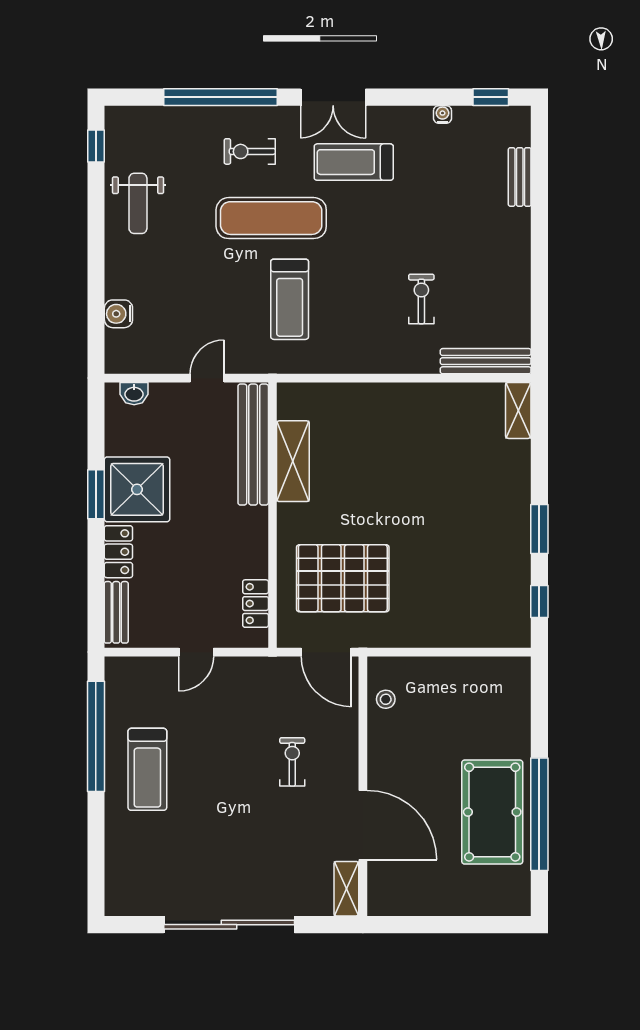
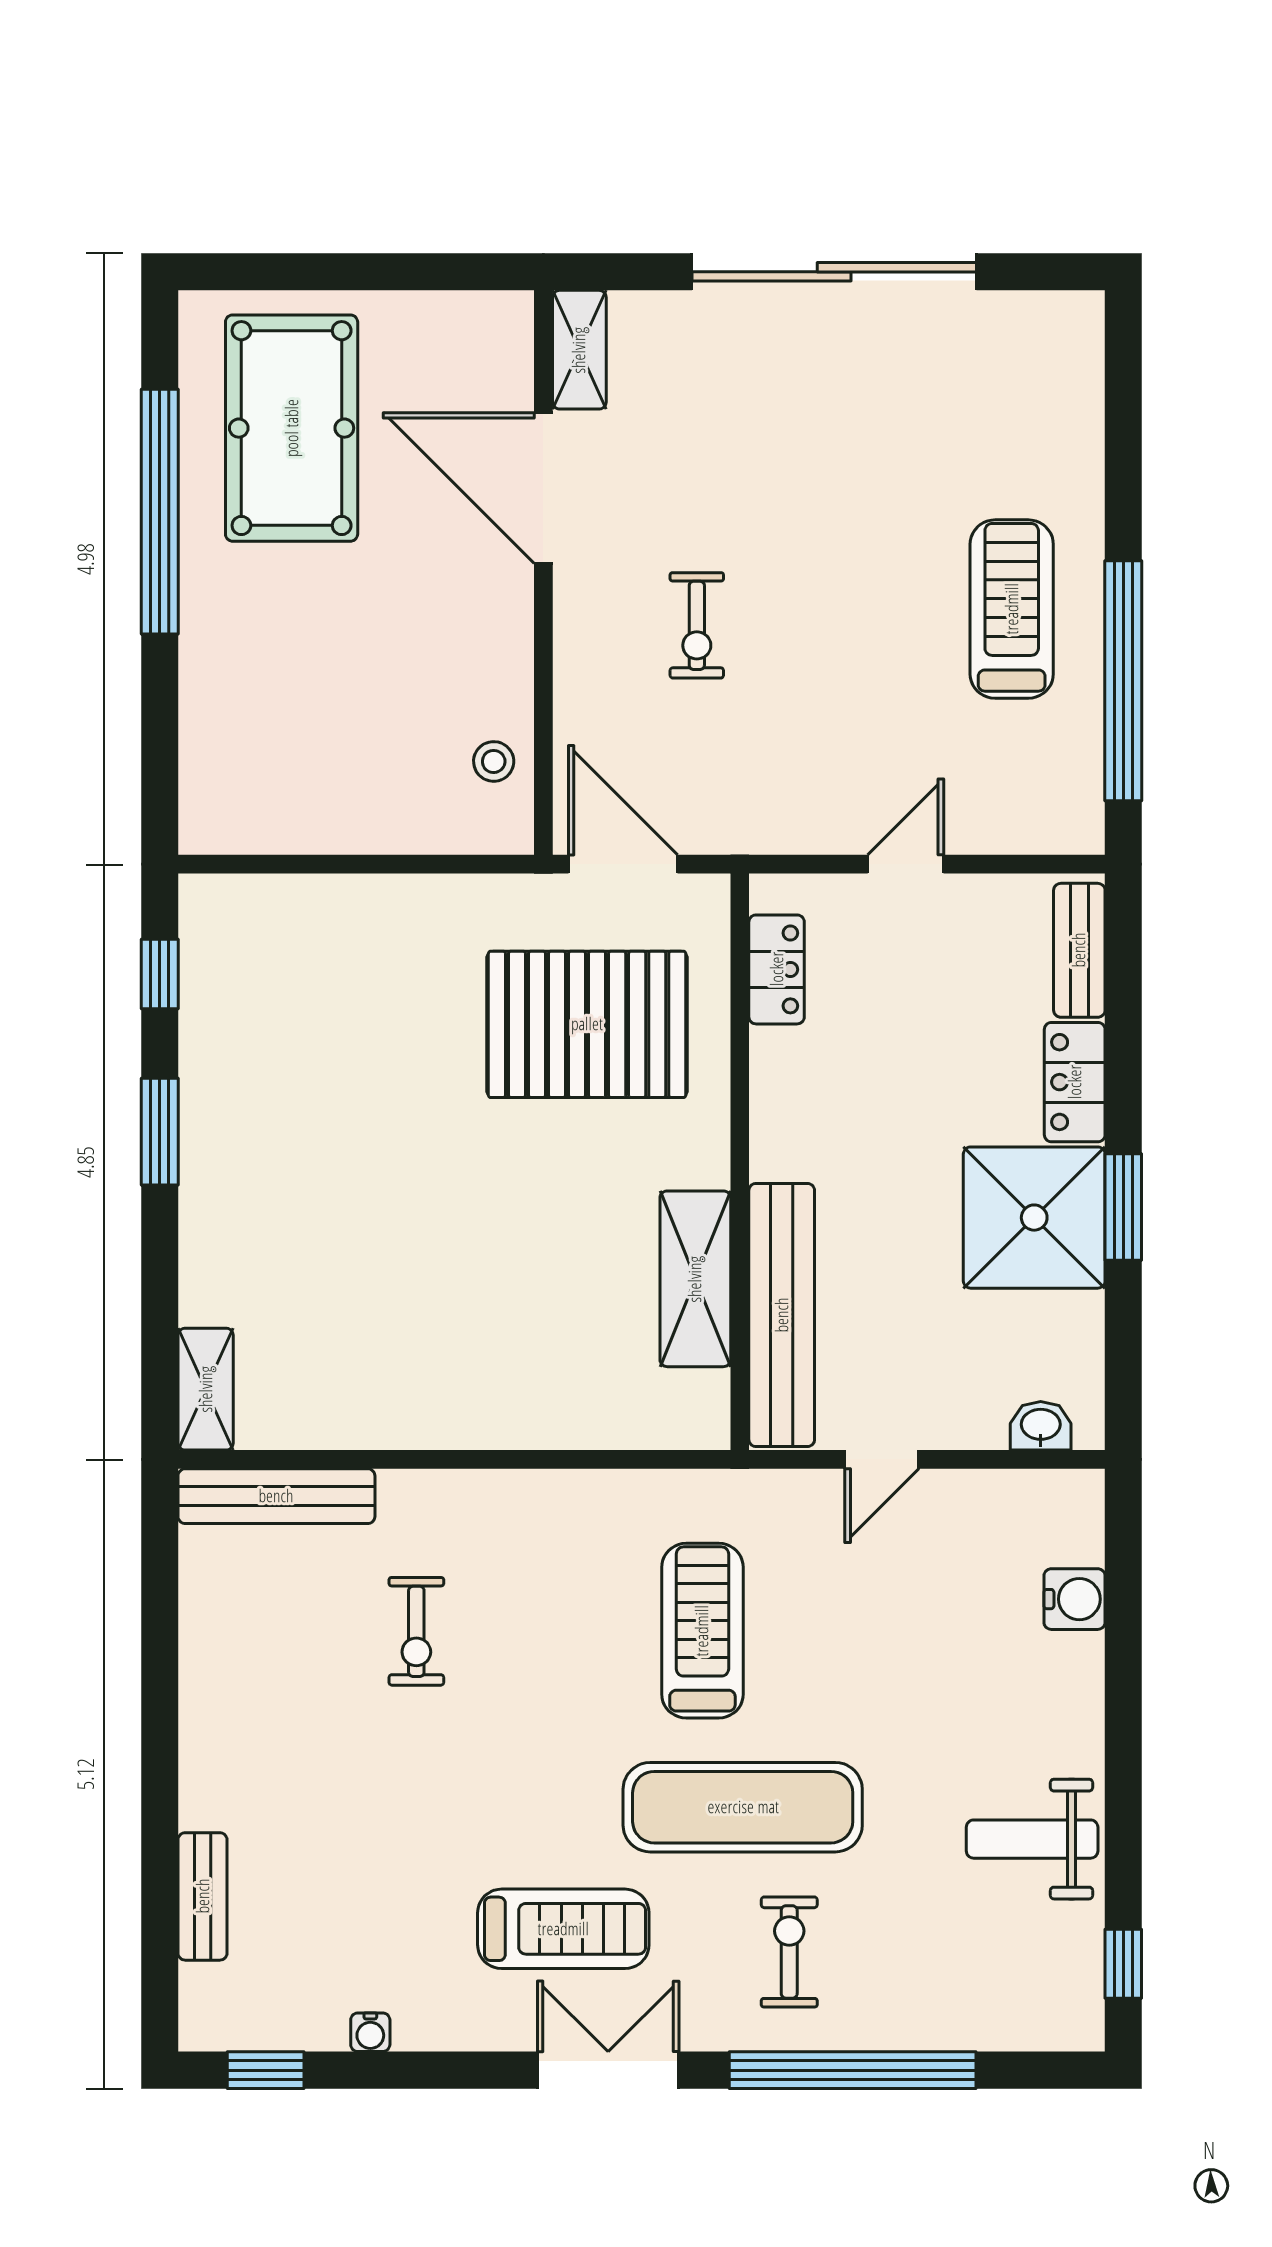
exercise bike: (250, 151) -> (789, 1952), turned -90
weight bench: (138, 203) -> (1032, 1839), turned -90
pool table: (492, 812) -> (292, 428), moved

